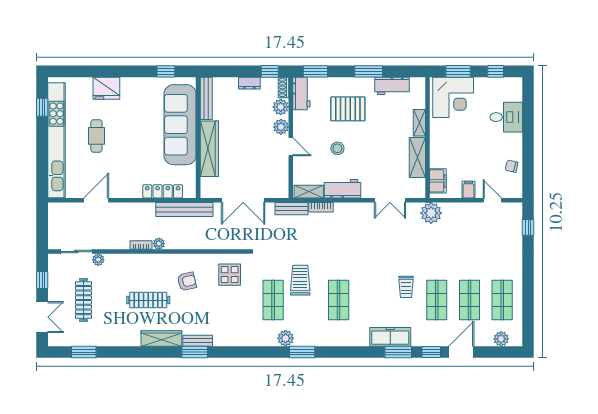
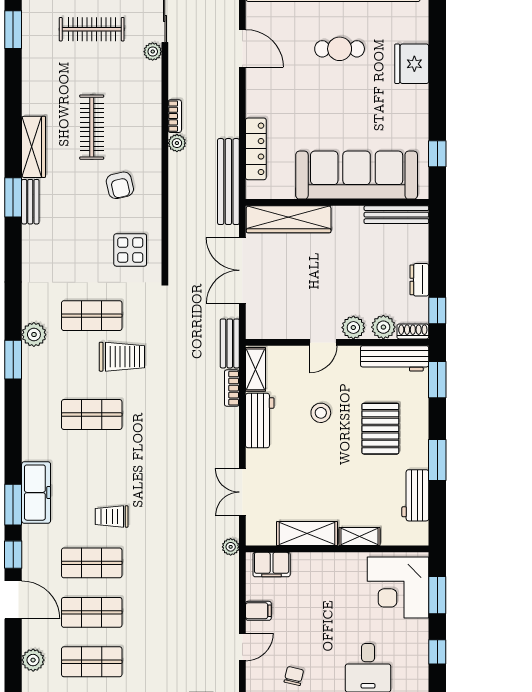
workbench: (301, 93) -> (395, 358), width x1.38
wardrobe: (209, 149) -> (289, 219), moved
plant: (431, 213) -> (231, 547), width x0.53, depth x0.53

